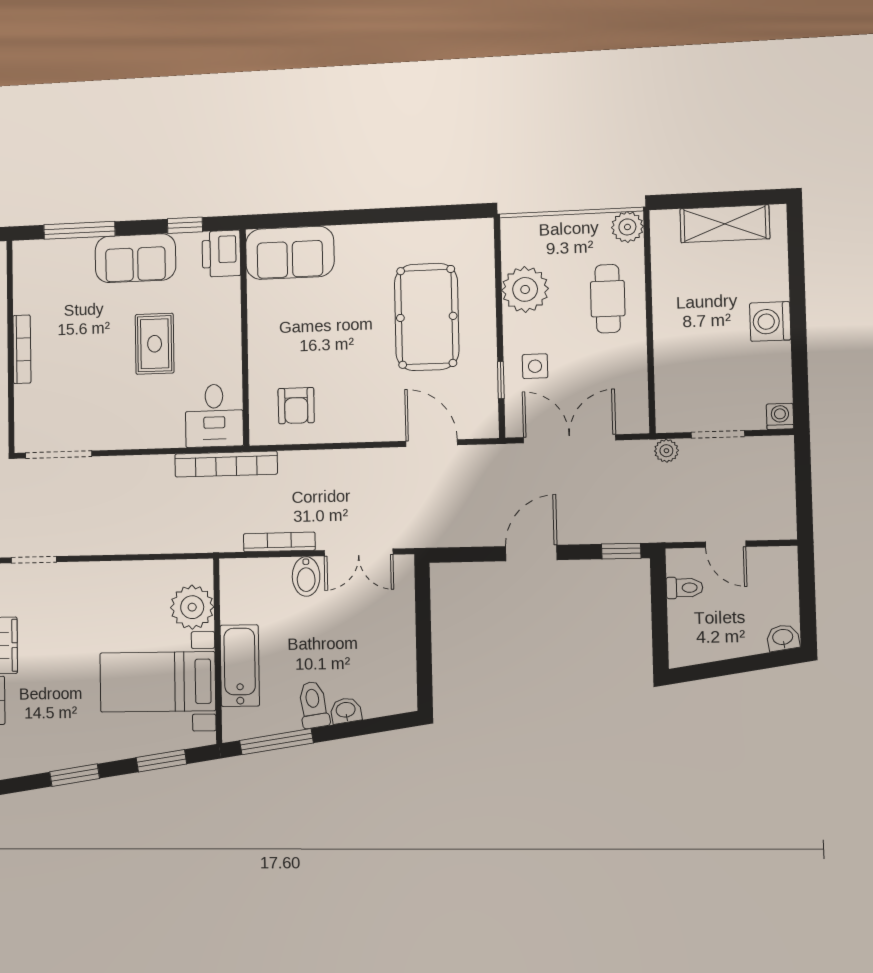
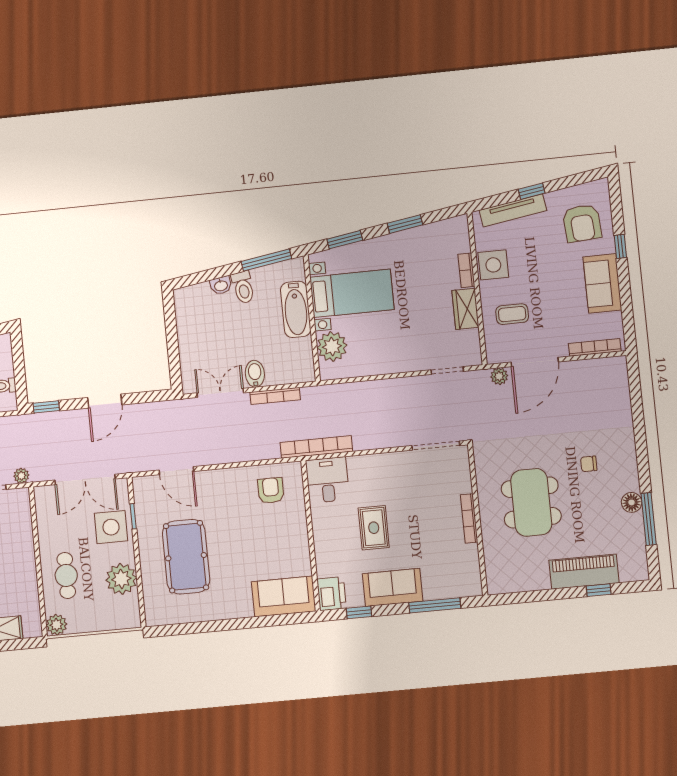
side table: (535, 366) -> (111, 527), width x1.87, depth x1.87

